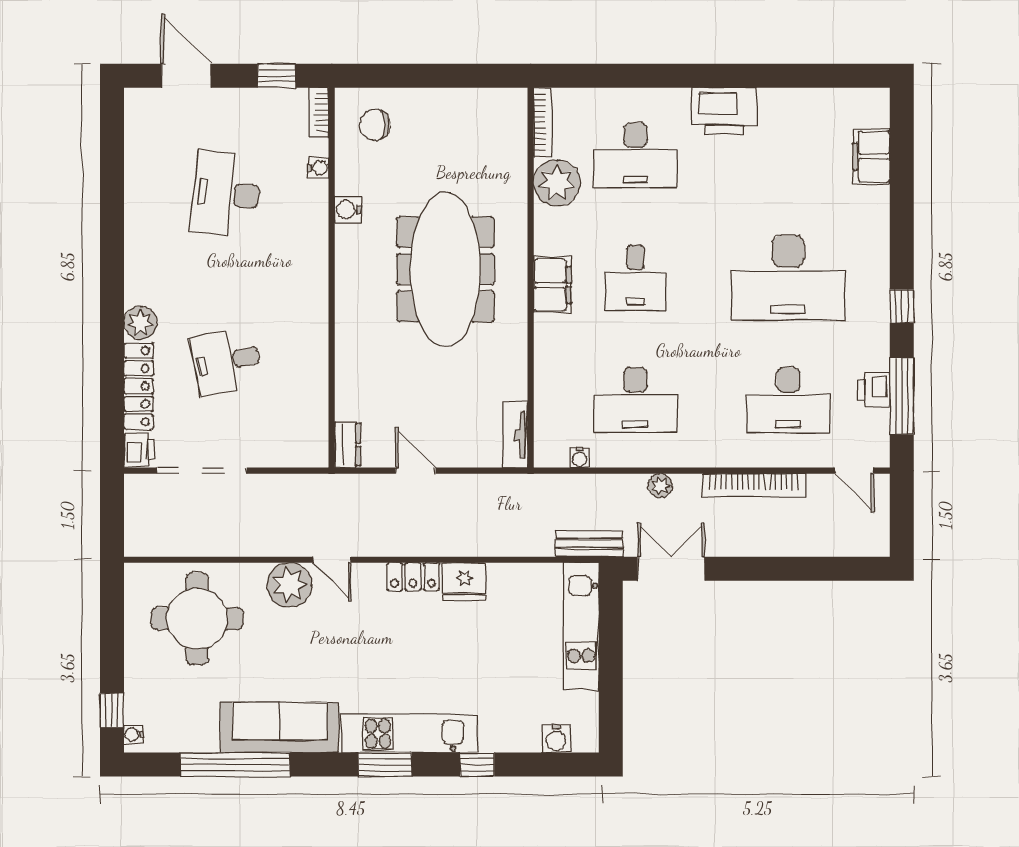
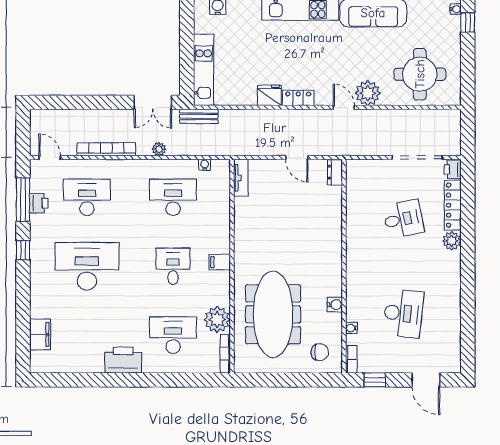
meeting table: (445, 269) -> (273, 314), moved
filing cabinet: (552, 285) -> (220, 262), width x0.50

